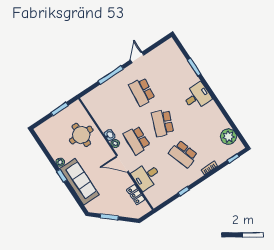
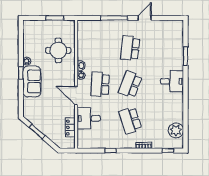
sofa: (79, 182) -> (32, 81), width x0.73

